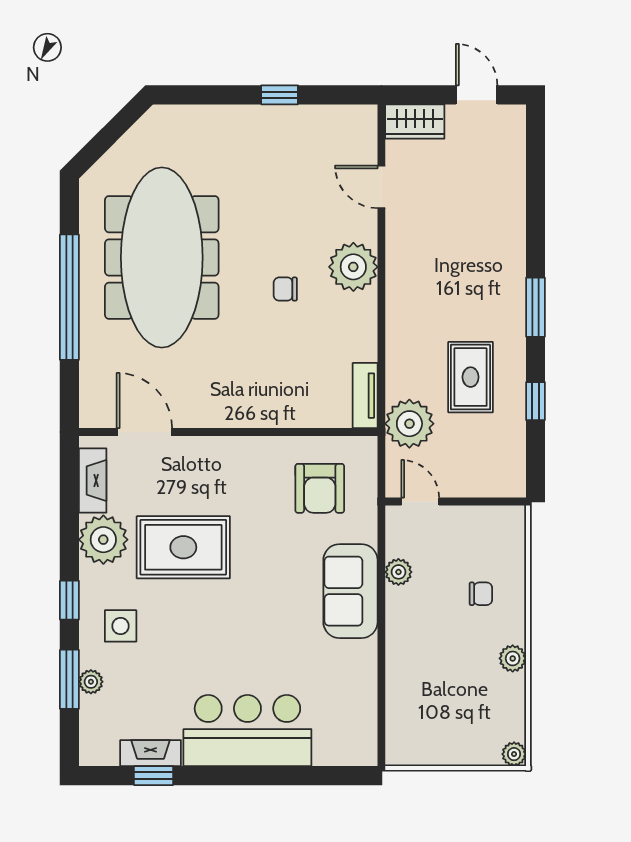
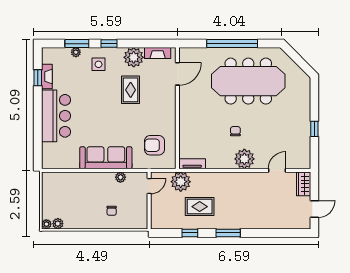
rug: (183, 547) -> (131, 90), width x0.73, depth x0.70
sofa: (350, 591) -> (106, 158), width x1.36
plant: (513, 658) -> (58, 224), moved

